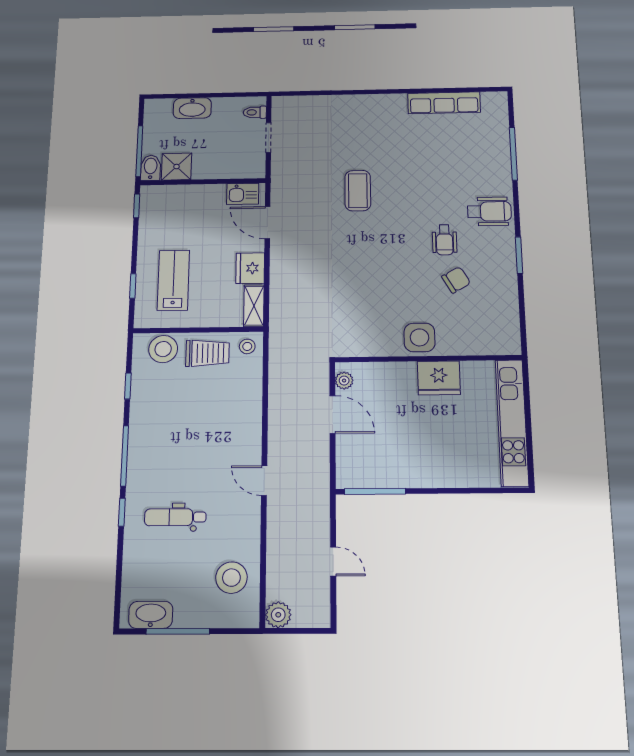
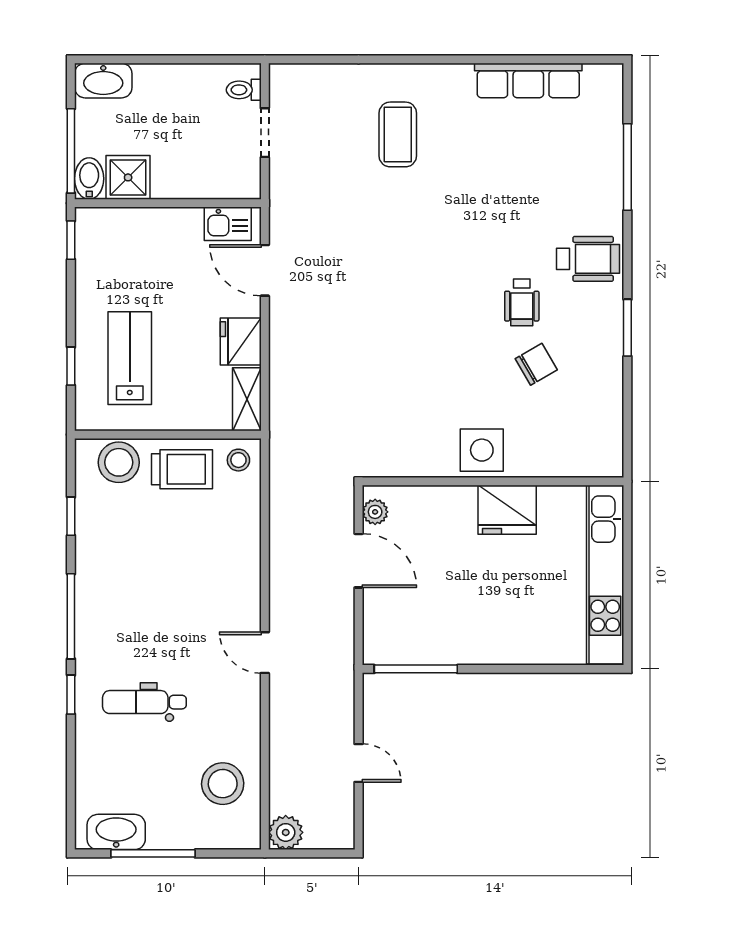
washbasin: (192, 108) -> (103, 81), moved
coffee table: (358, 191) -> (398, 134), moved

